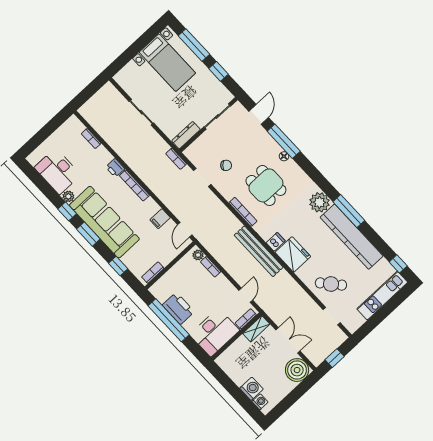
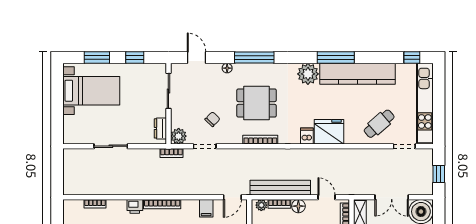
window: (194, 45) -> (97, 58), width x0.69
dresser: (186, 135) -> (160, 128), width x0.70
window: (284, 141) -> (254, 58), moved
plant: (192, 153) -> (179, 136), added
floor lamp: (284, 156) -> (227, 68), moved
door: (185, 230) -> (232, 197), hinge flipped
bench: (259, 251) -> (280, 188), moved
floor lamp: (221, 281) -> (298, 206), added
kitchen unit: (382, 296) -> (425, 103), width x1.36
double door: (288, 340) -> (392, 197), swing flipped

